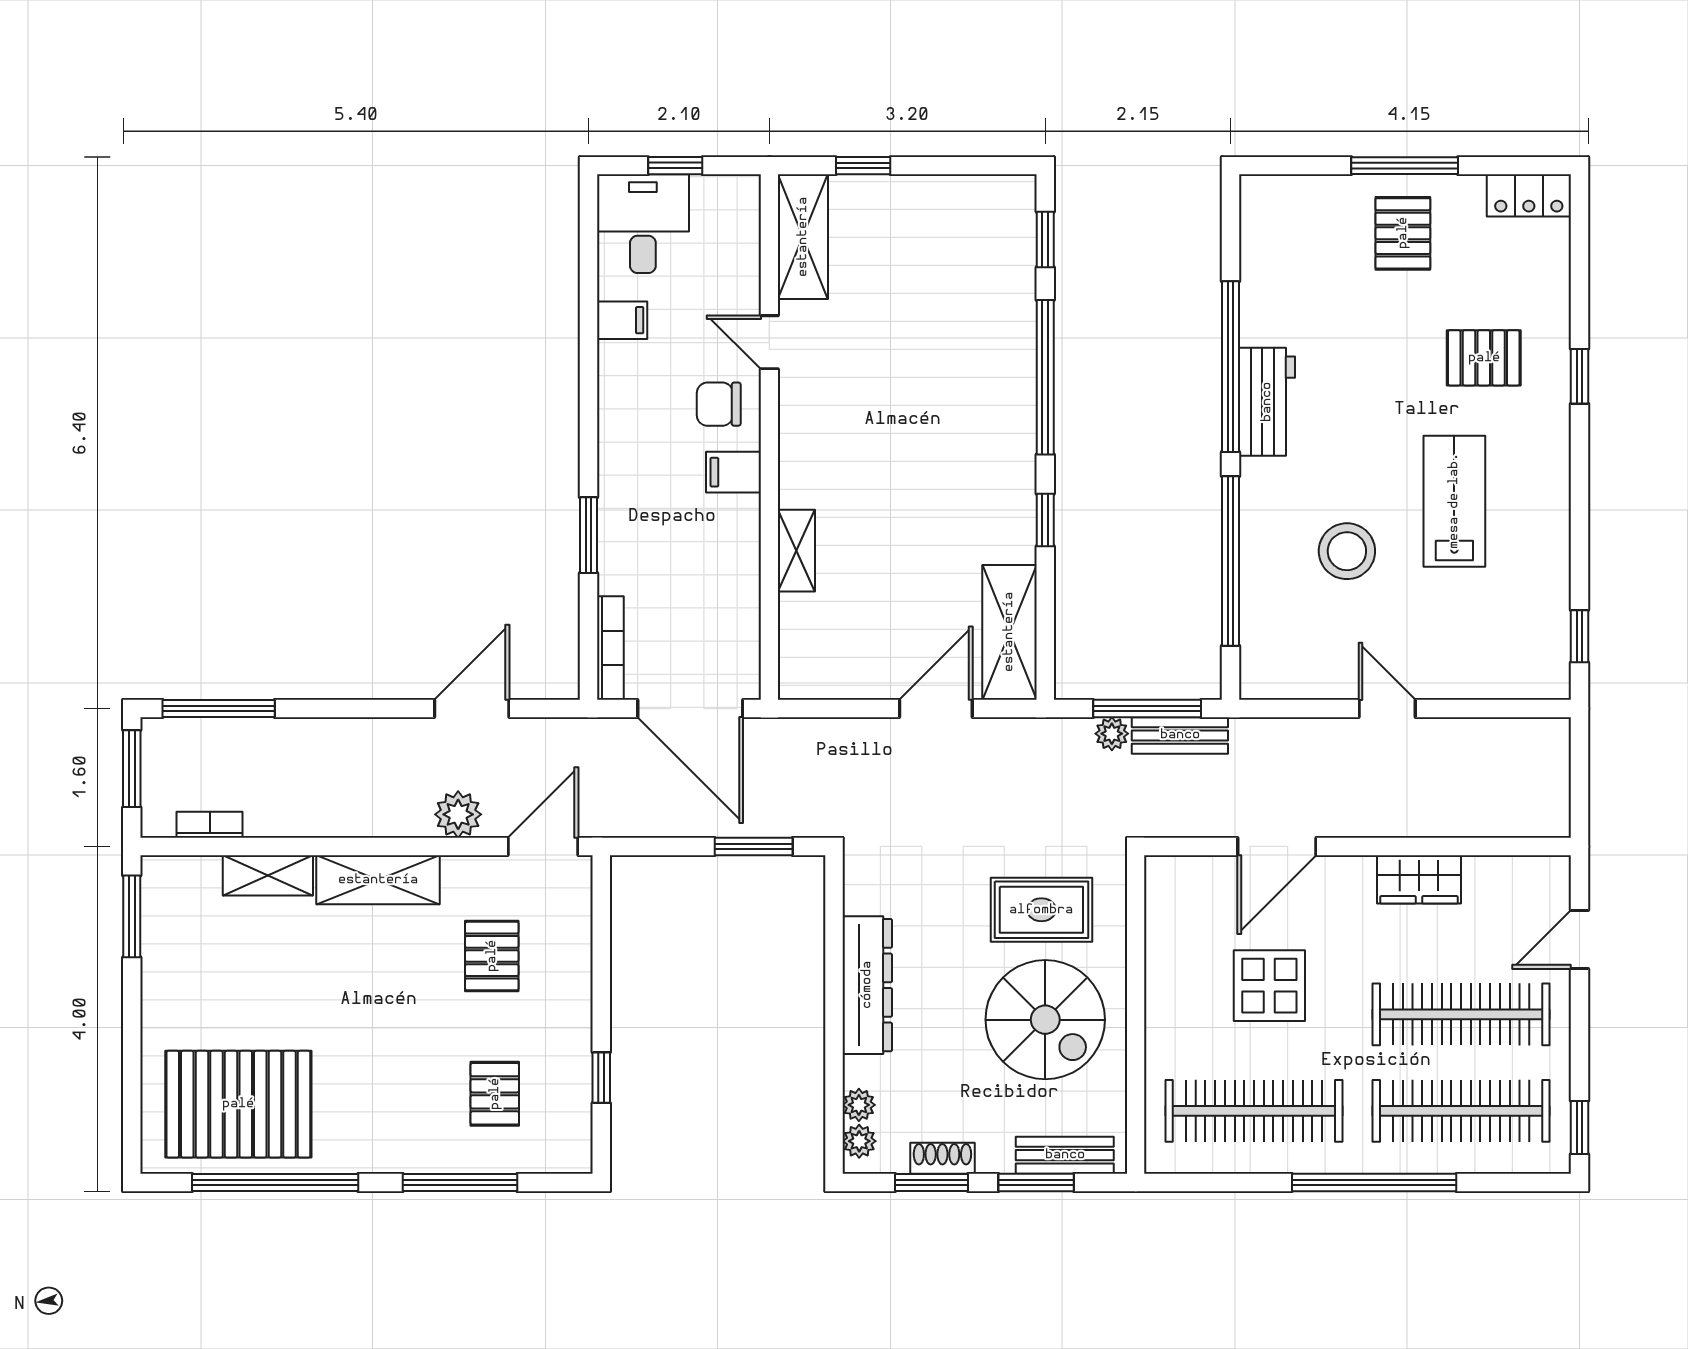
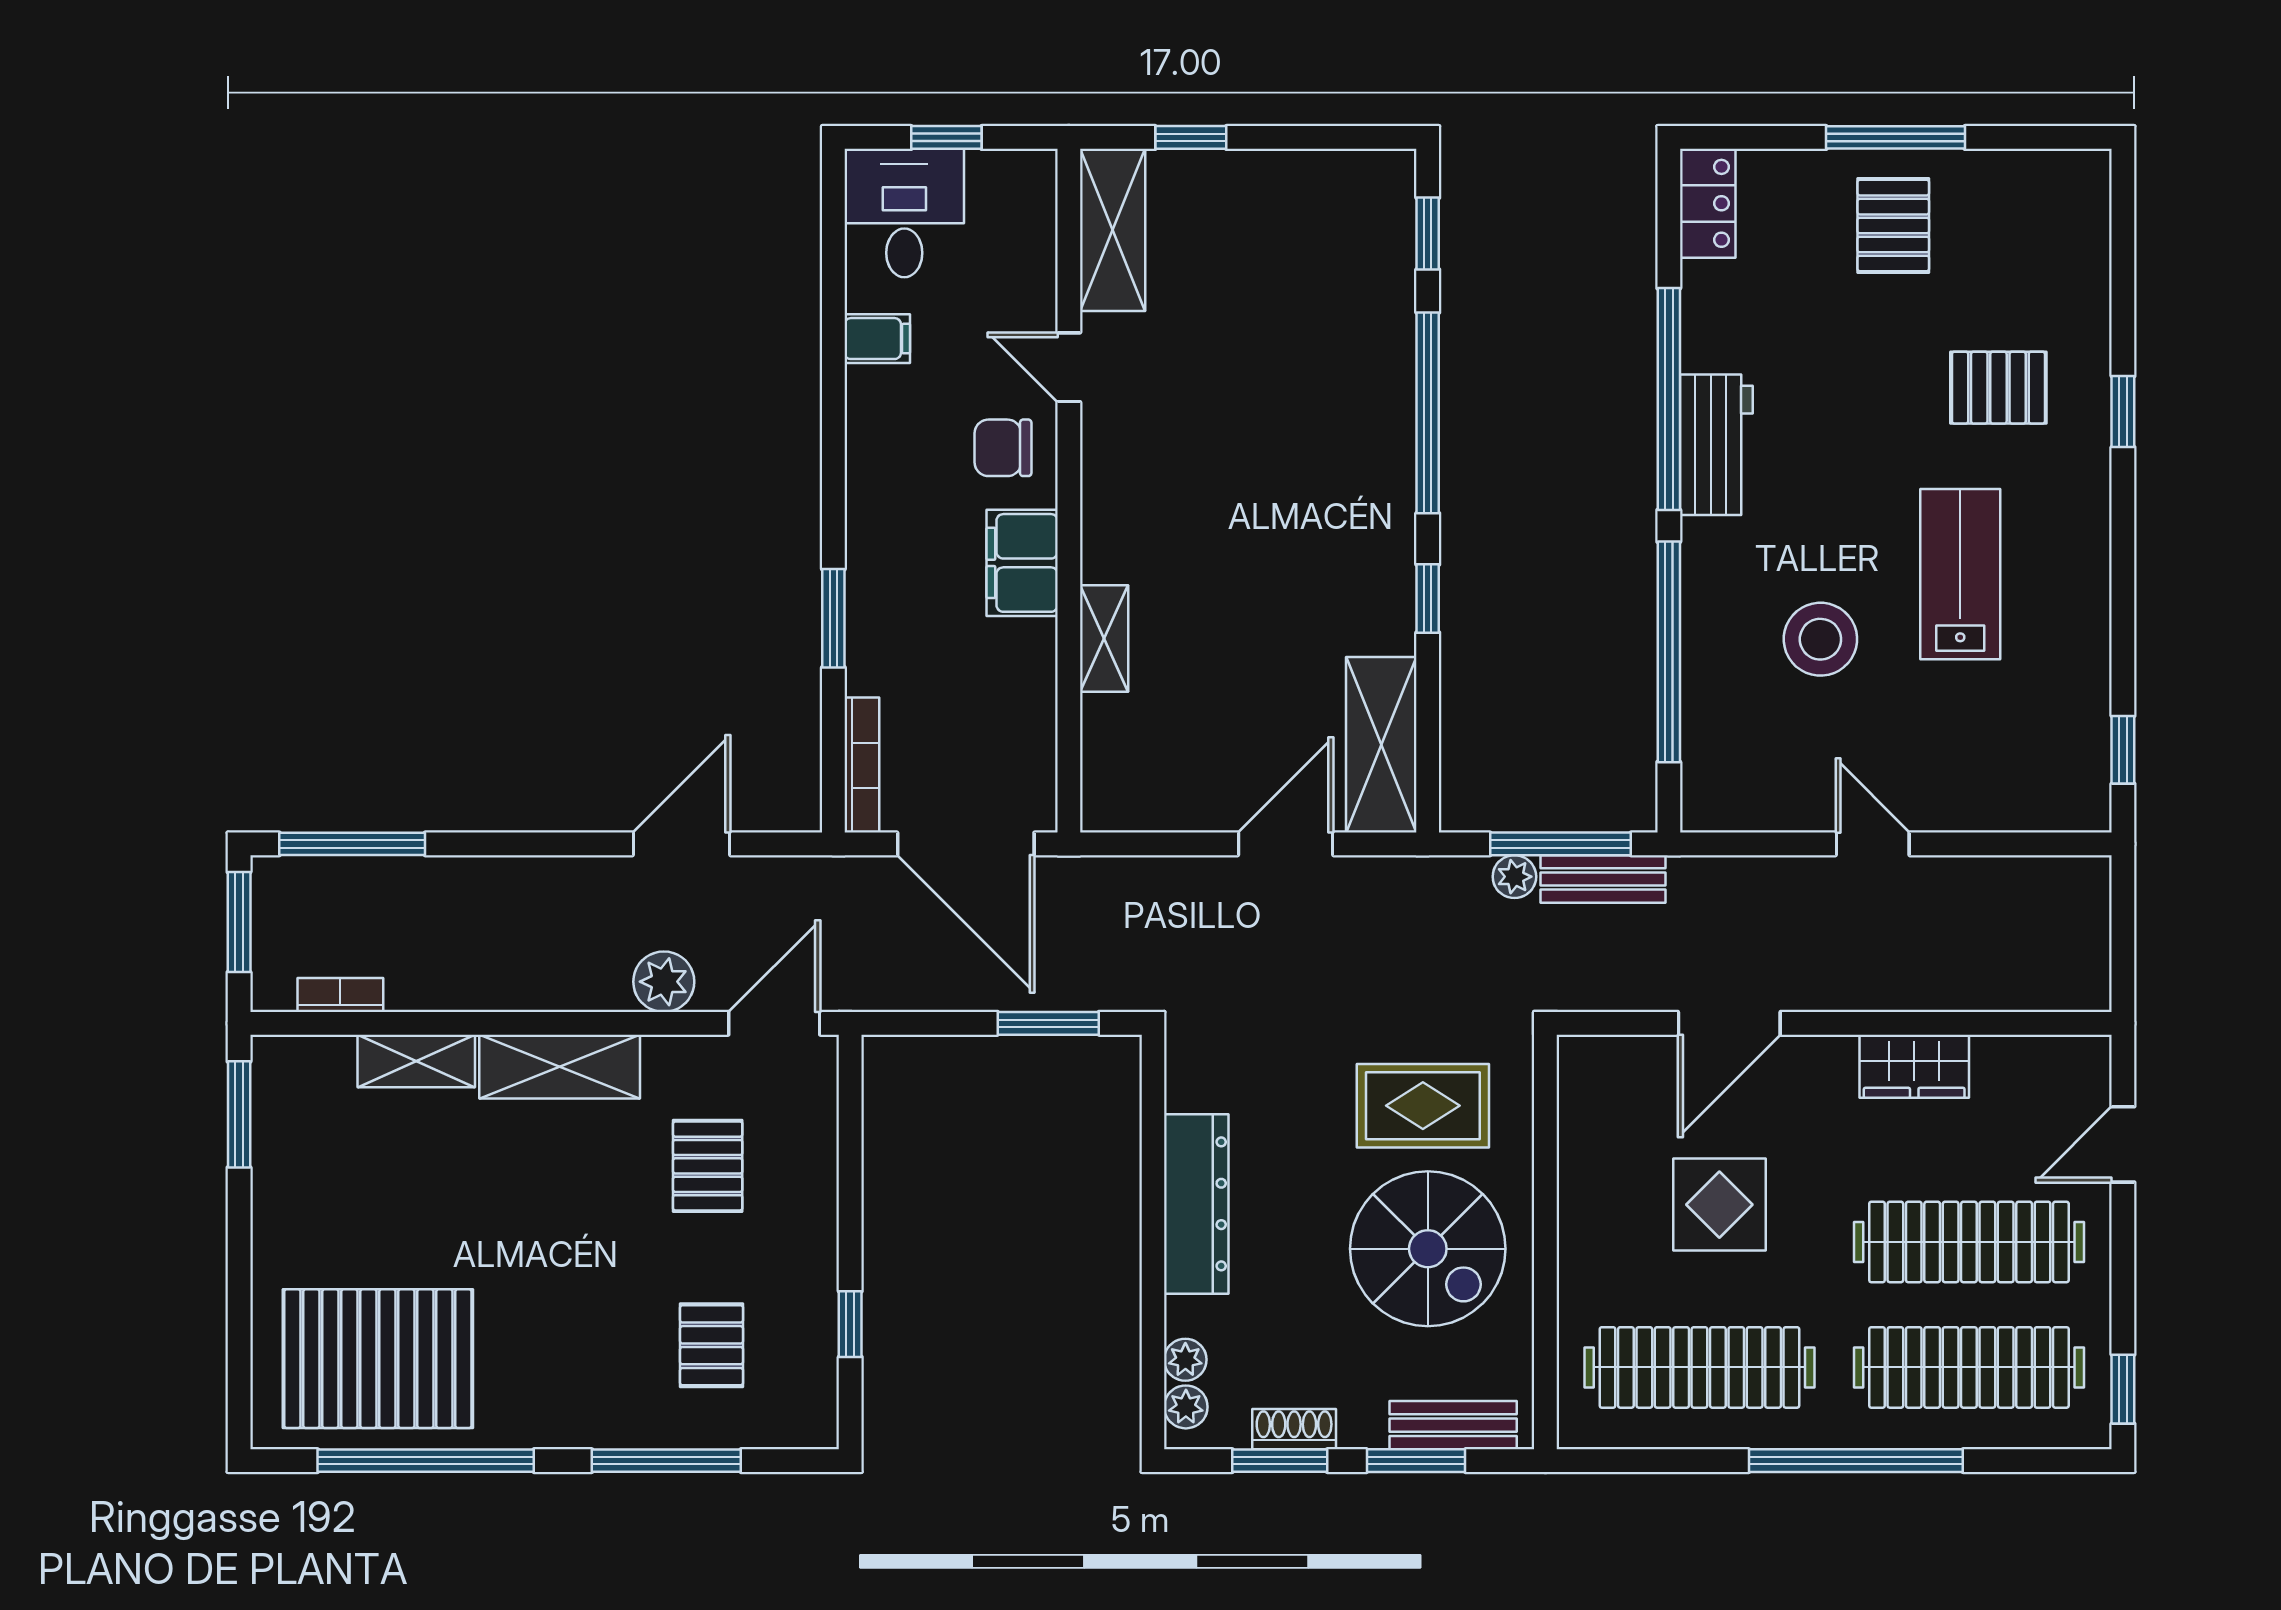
locker: (1529, 195) -> (1708, 203), moved, turned -90
filing cabinet: (733, 472) -> (1022, 563), width x2.00

